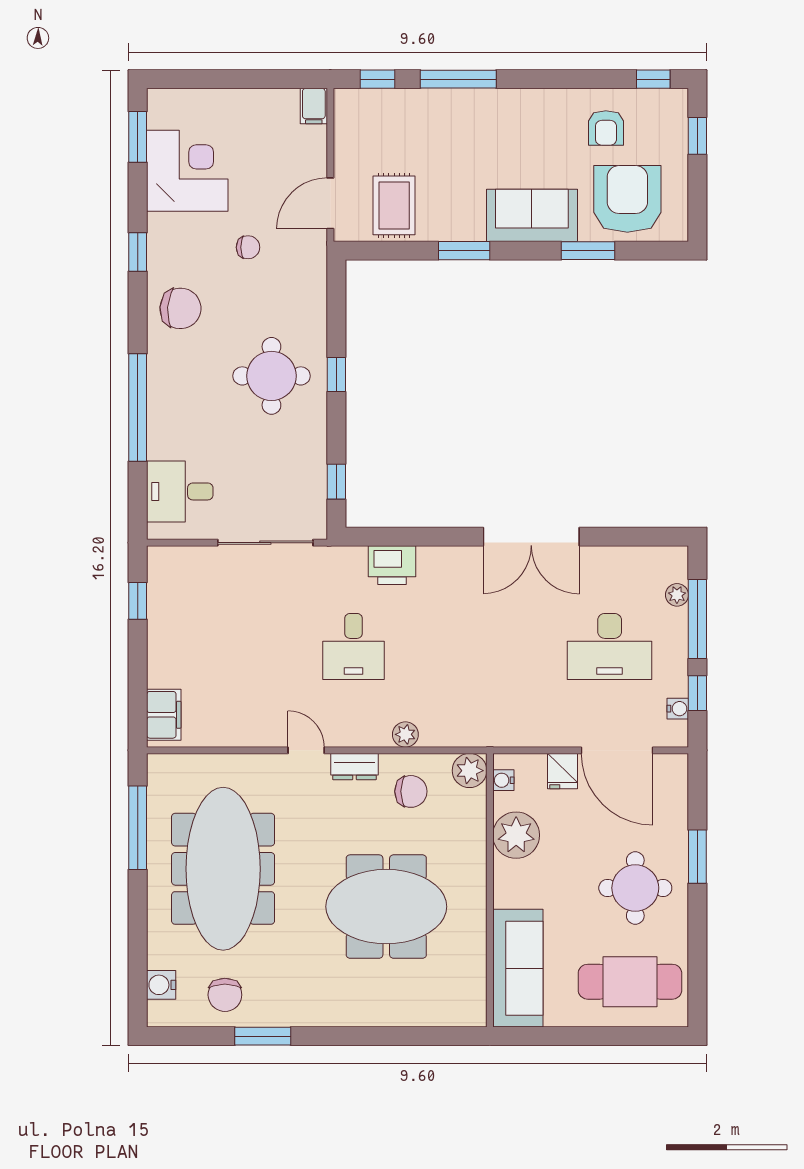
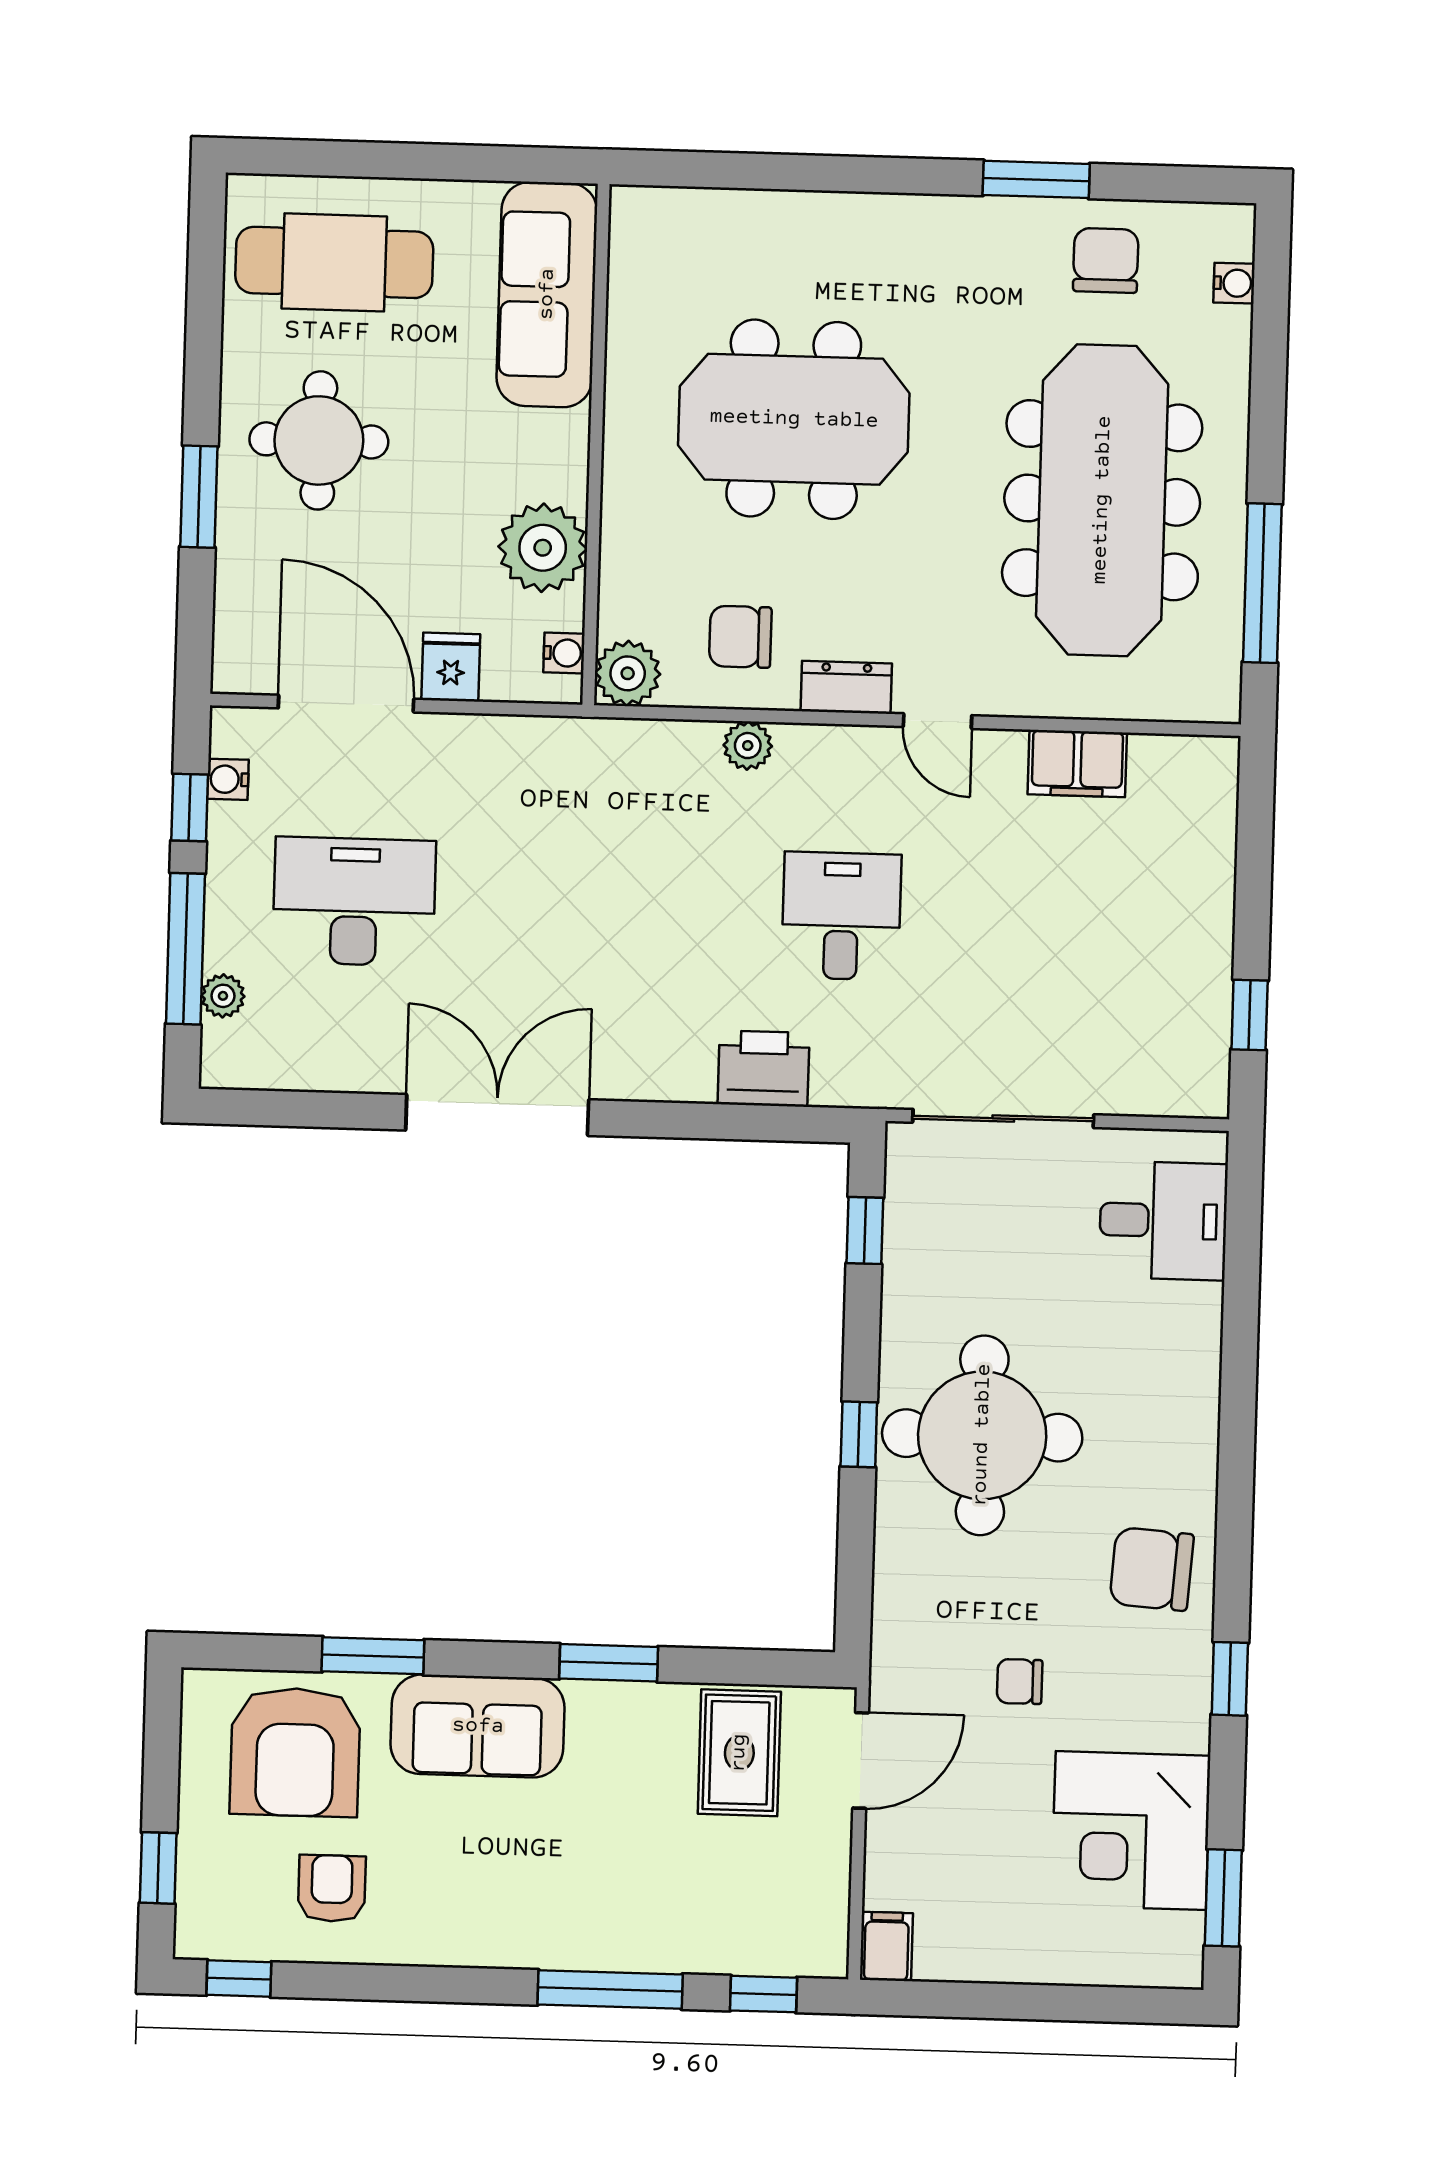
round table: (271, 376) -> (982, 1435), width x1.36, depth x1.36
window: (138, 408) -> (1239, 1383), removed
filing cabinet: (164, 715) -> (1077, 763), moved, turned -90
water cooler: (161, 985) -> (1234, 283), width x0.72, depth x0.72

